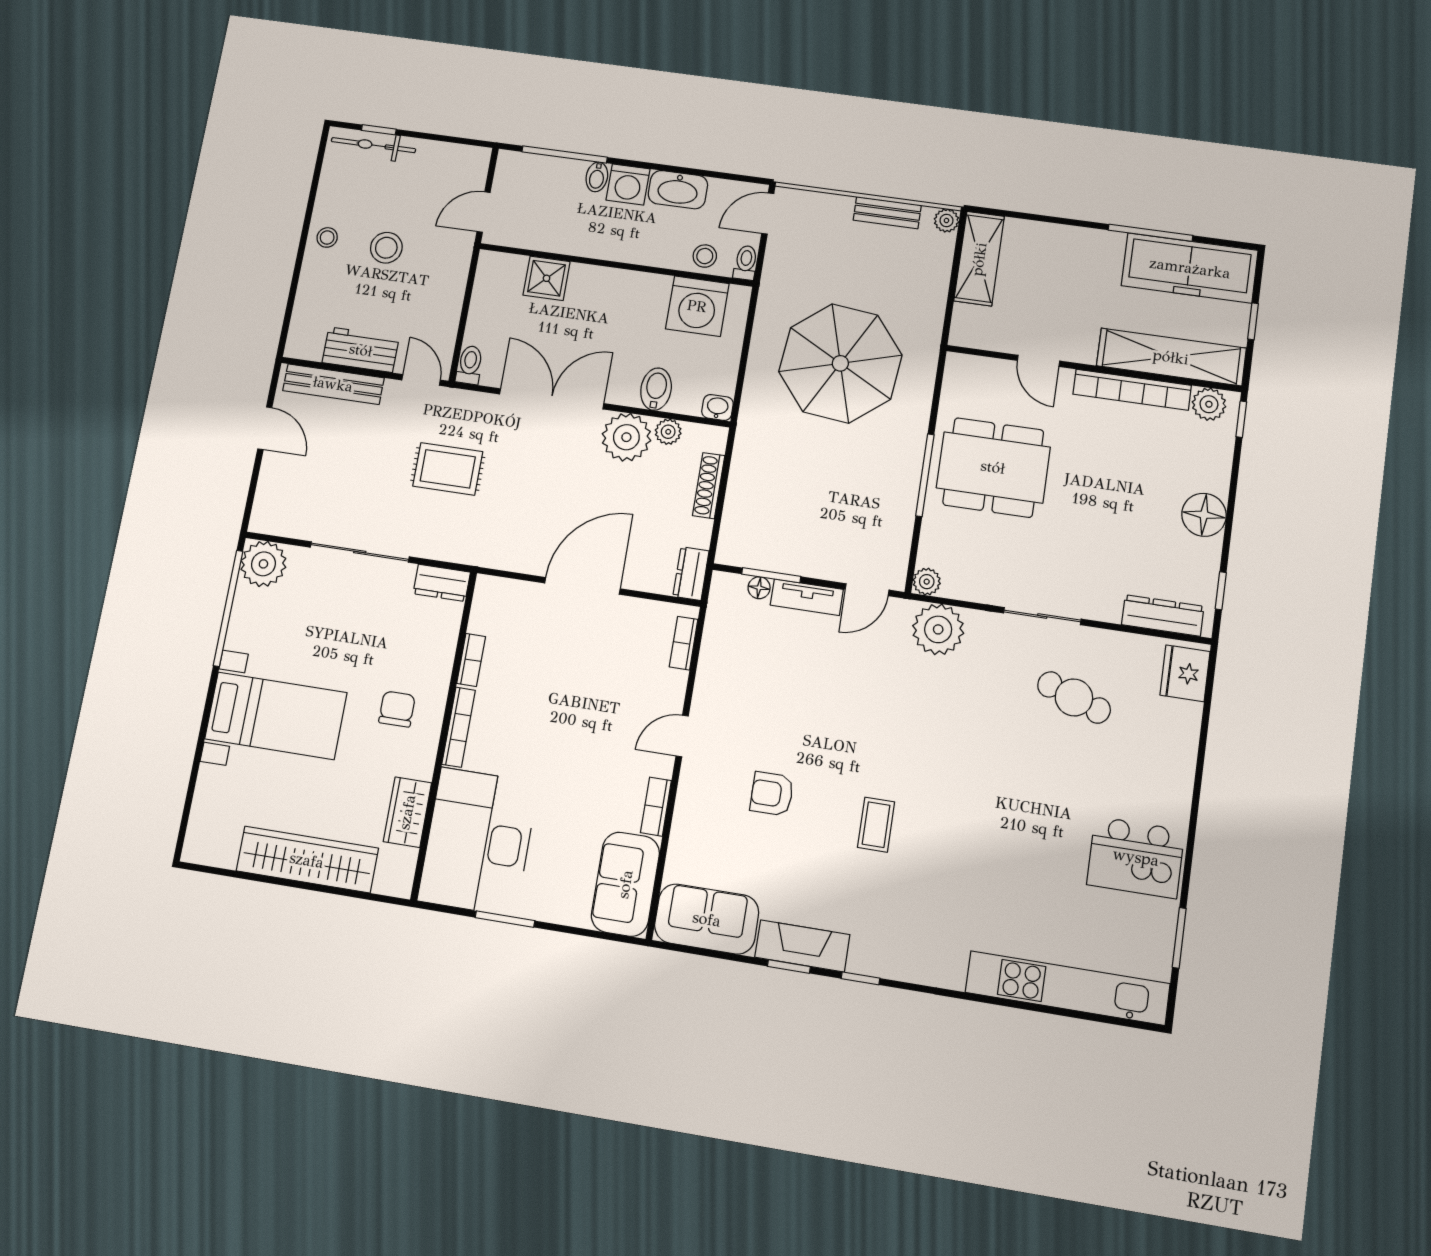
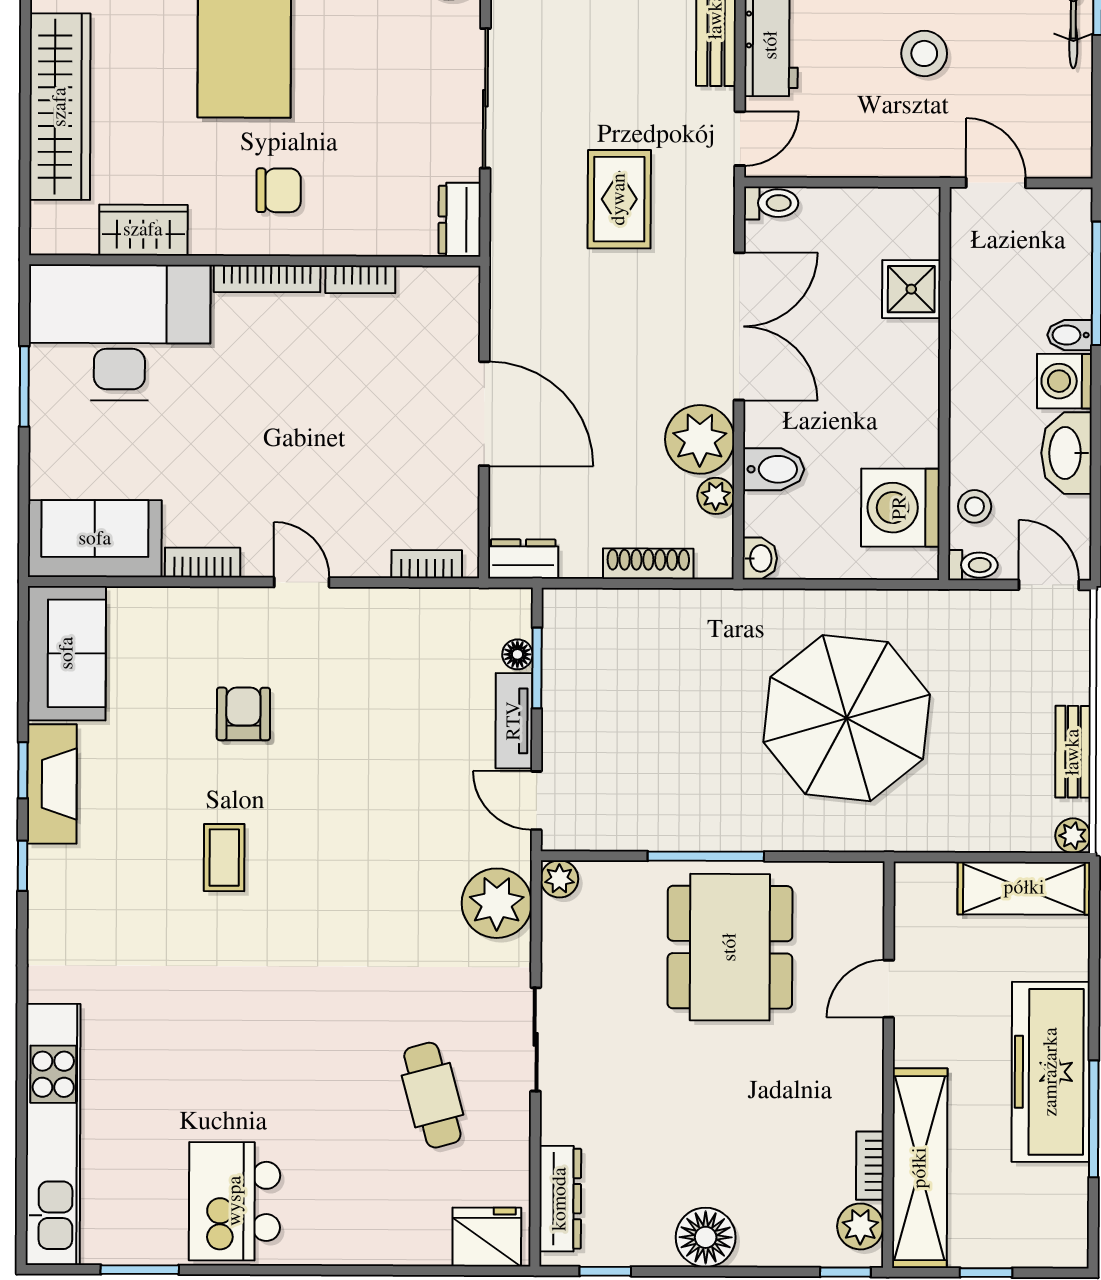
freezer: (1190, 268) -> (1051, 1072), moved
bookcase: (1132, 390) -> (870, 1166), width x0.43, depth x0.76
cafe table: (1074, 697) -> (432, 1095), turned -35
coffee table: (876, 825) -> (224, 858), turned 90

